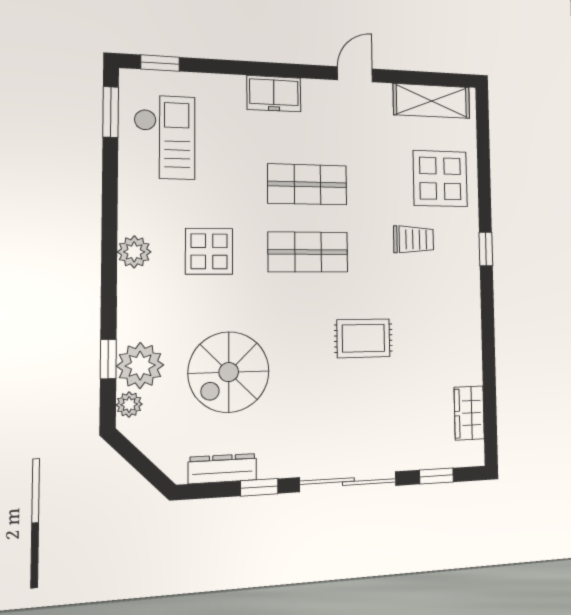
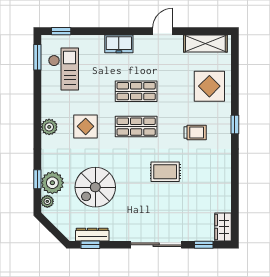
trolley: (414, 239) -> (195, 132), moved
wardrobe: (469, 413) -> (223, 227), moved
window: (259, 487) -> (90, 245), moved

